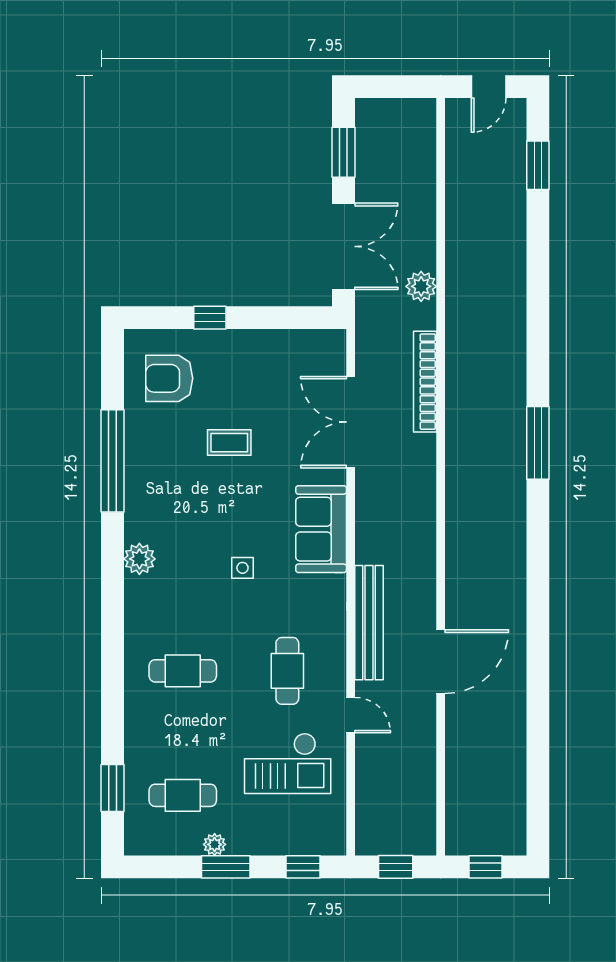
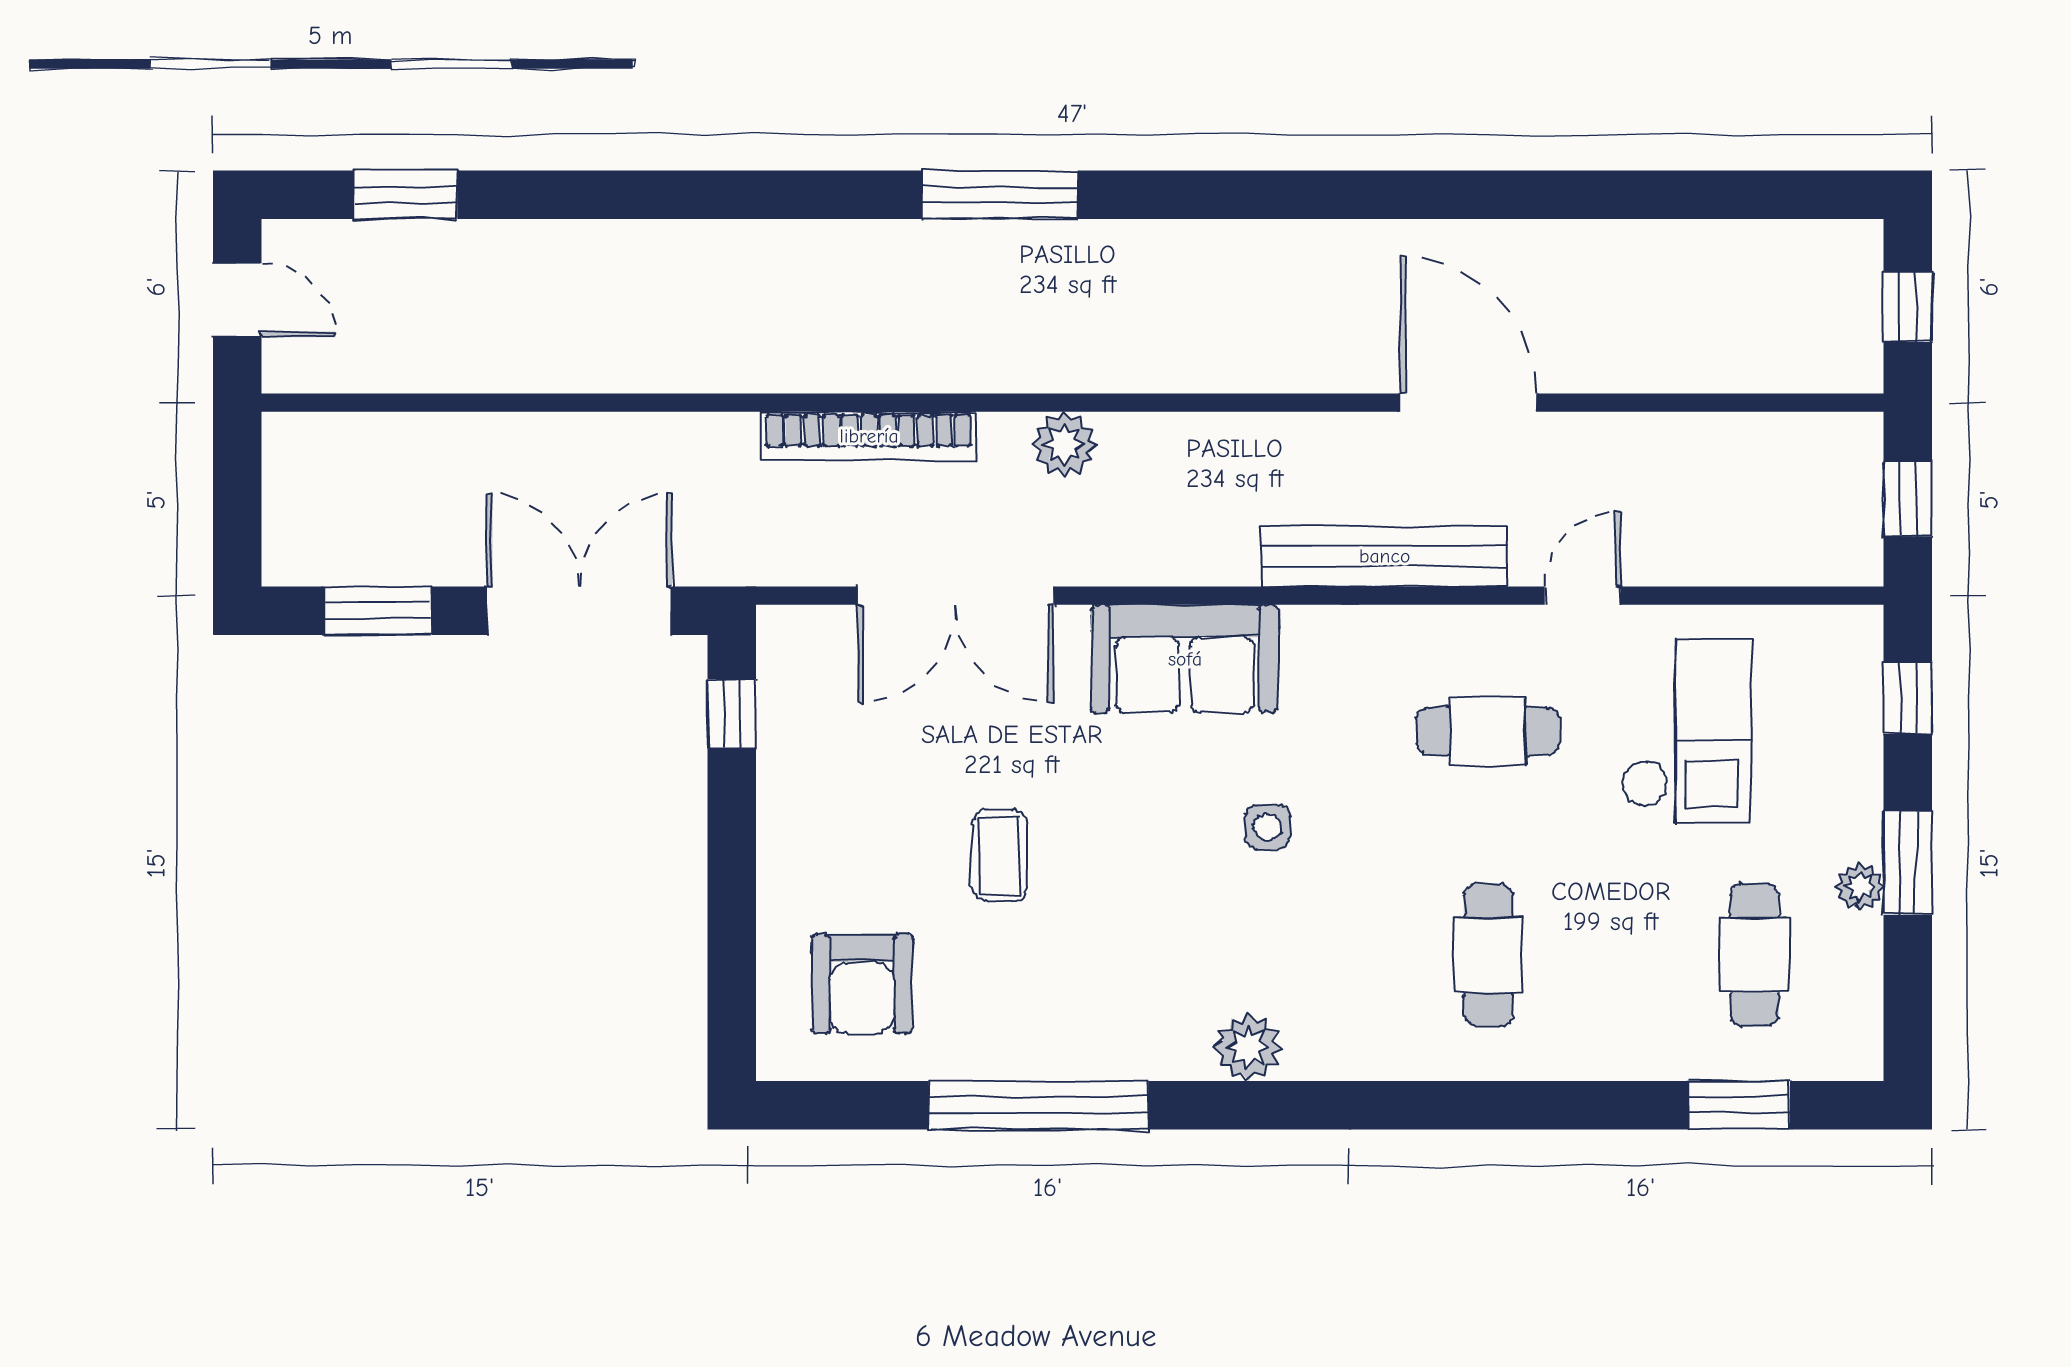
plant: (421, 286) -> (1064, 444), moved
window: (210, 318) -> (732, 714), moved

